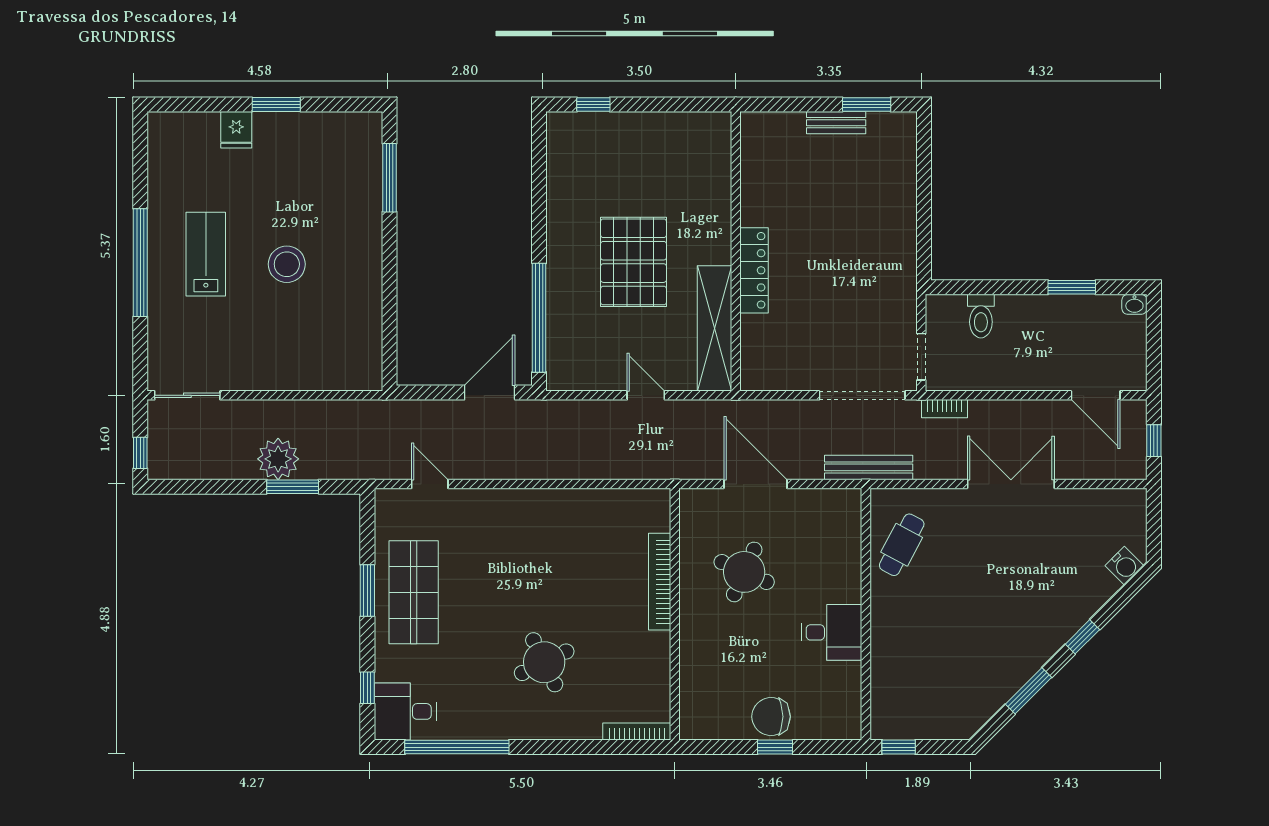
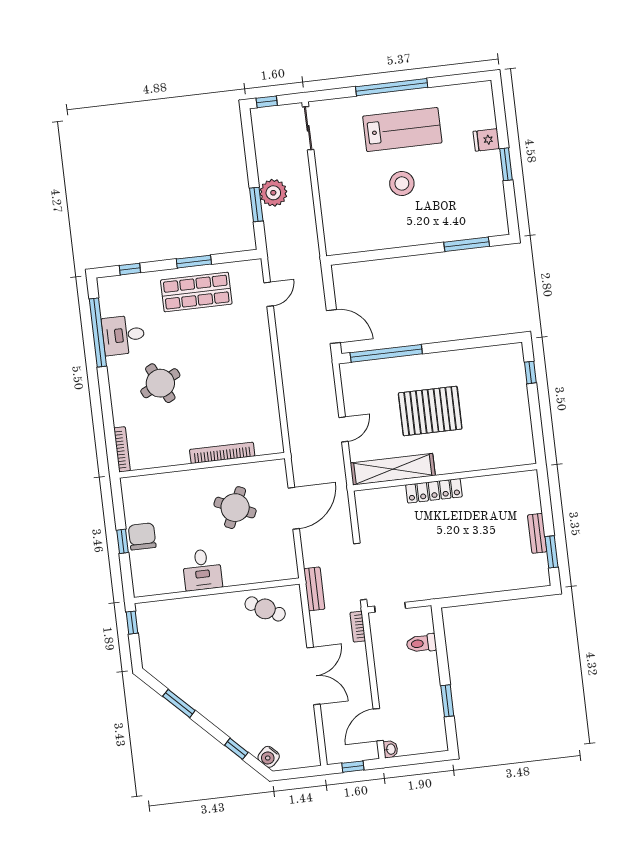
lab bench: (206, 254) -> (402, 130), width x1.36, depth x1.39
washbasin: (1134, 304) -> (391, 749), moved, turned 180
bench: (869, 467) -> (314, 589), width x0.73
window: (1082, 637) -> (236, 749), moved
desk: (405, 711) -> (123, 335), moved, turned -90

